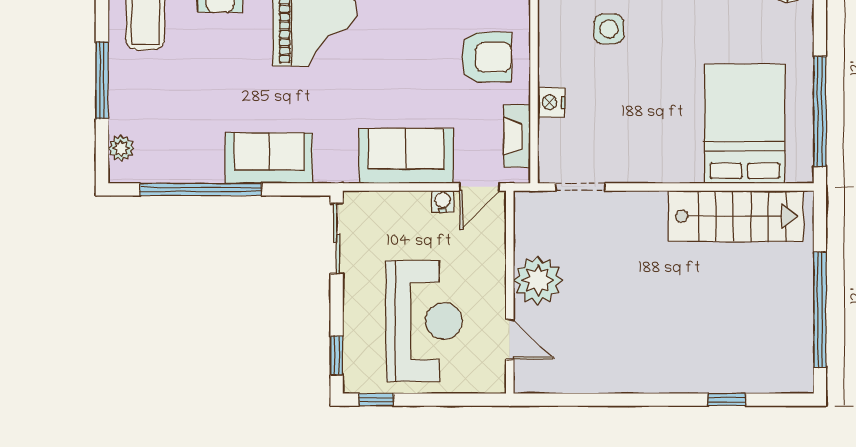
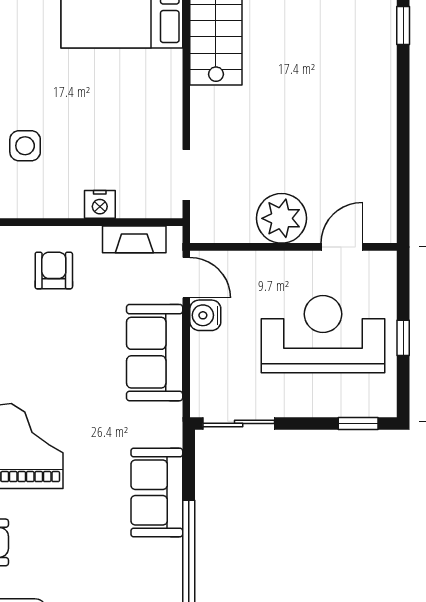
armchair: (487, 57) -> (54, 271), width x0.72, depth x0.72
water cooler: (443, 202) -> (205, 315), width x1.38, depth x1.38
window: (376, 400) -> (403, 338), moved

